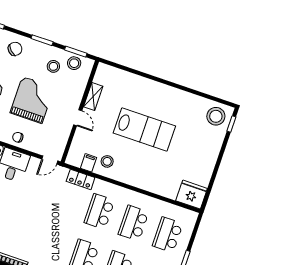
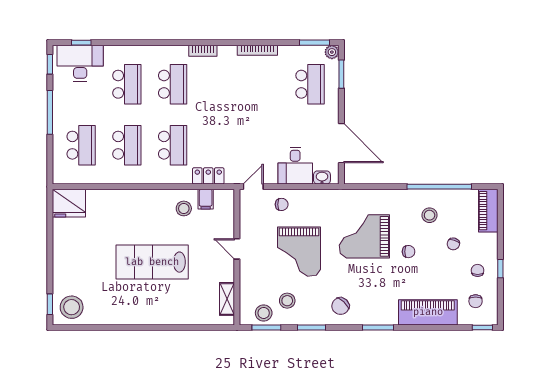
shelving: (93, 96) -> (227, 299), moved
chair: (18, 137) -> (282, 204), moved

